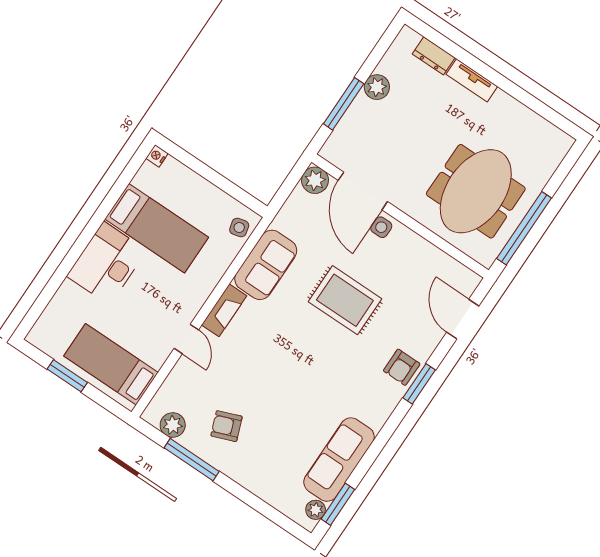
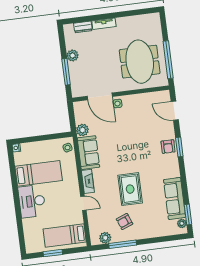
plant: (315, 180) -> (82, 130), moved
rug: (345, 300) -> (130, 189), moved, turned 90

